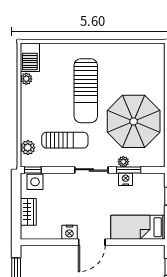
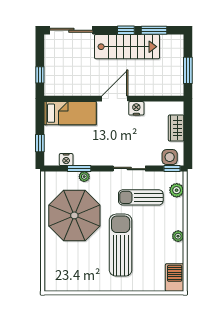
plant: (26, 79) -> (178, 236), moved
sliding door: (91, 170) -> (129, 169), moved
nightstand: (126, 179) -> (66, 160), moved

